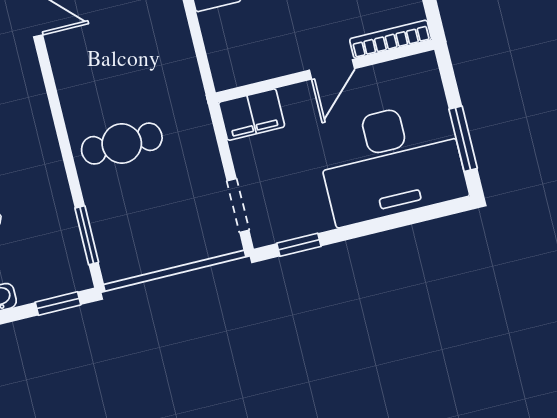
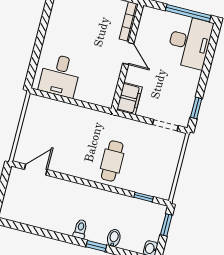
window: (463, 139) -> (188, 13), width x1.44
desk: (391, 162) -> (190, 42), width x0.73, depth x0.77
window: (87, 235) -> (144, 197), width x0.67

